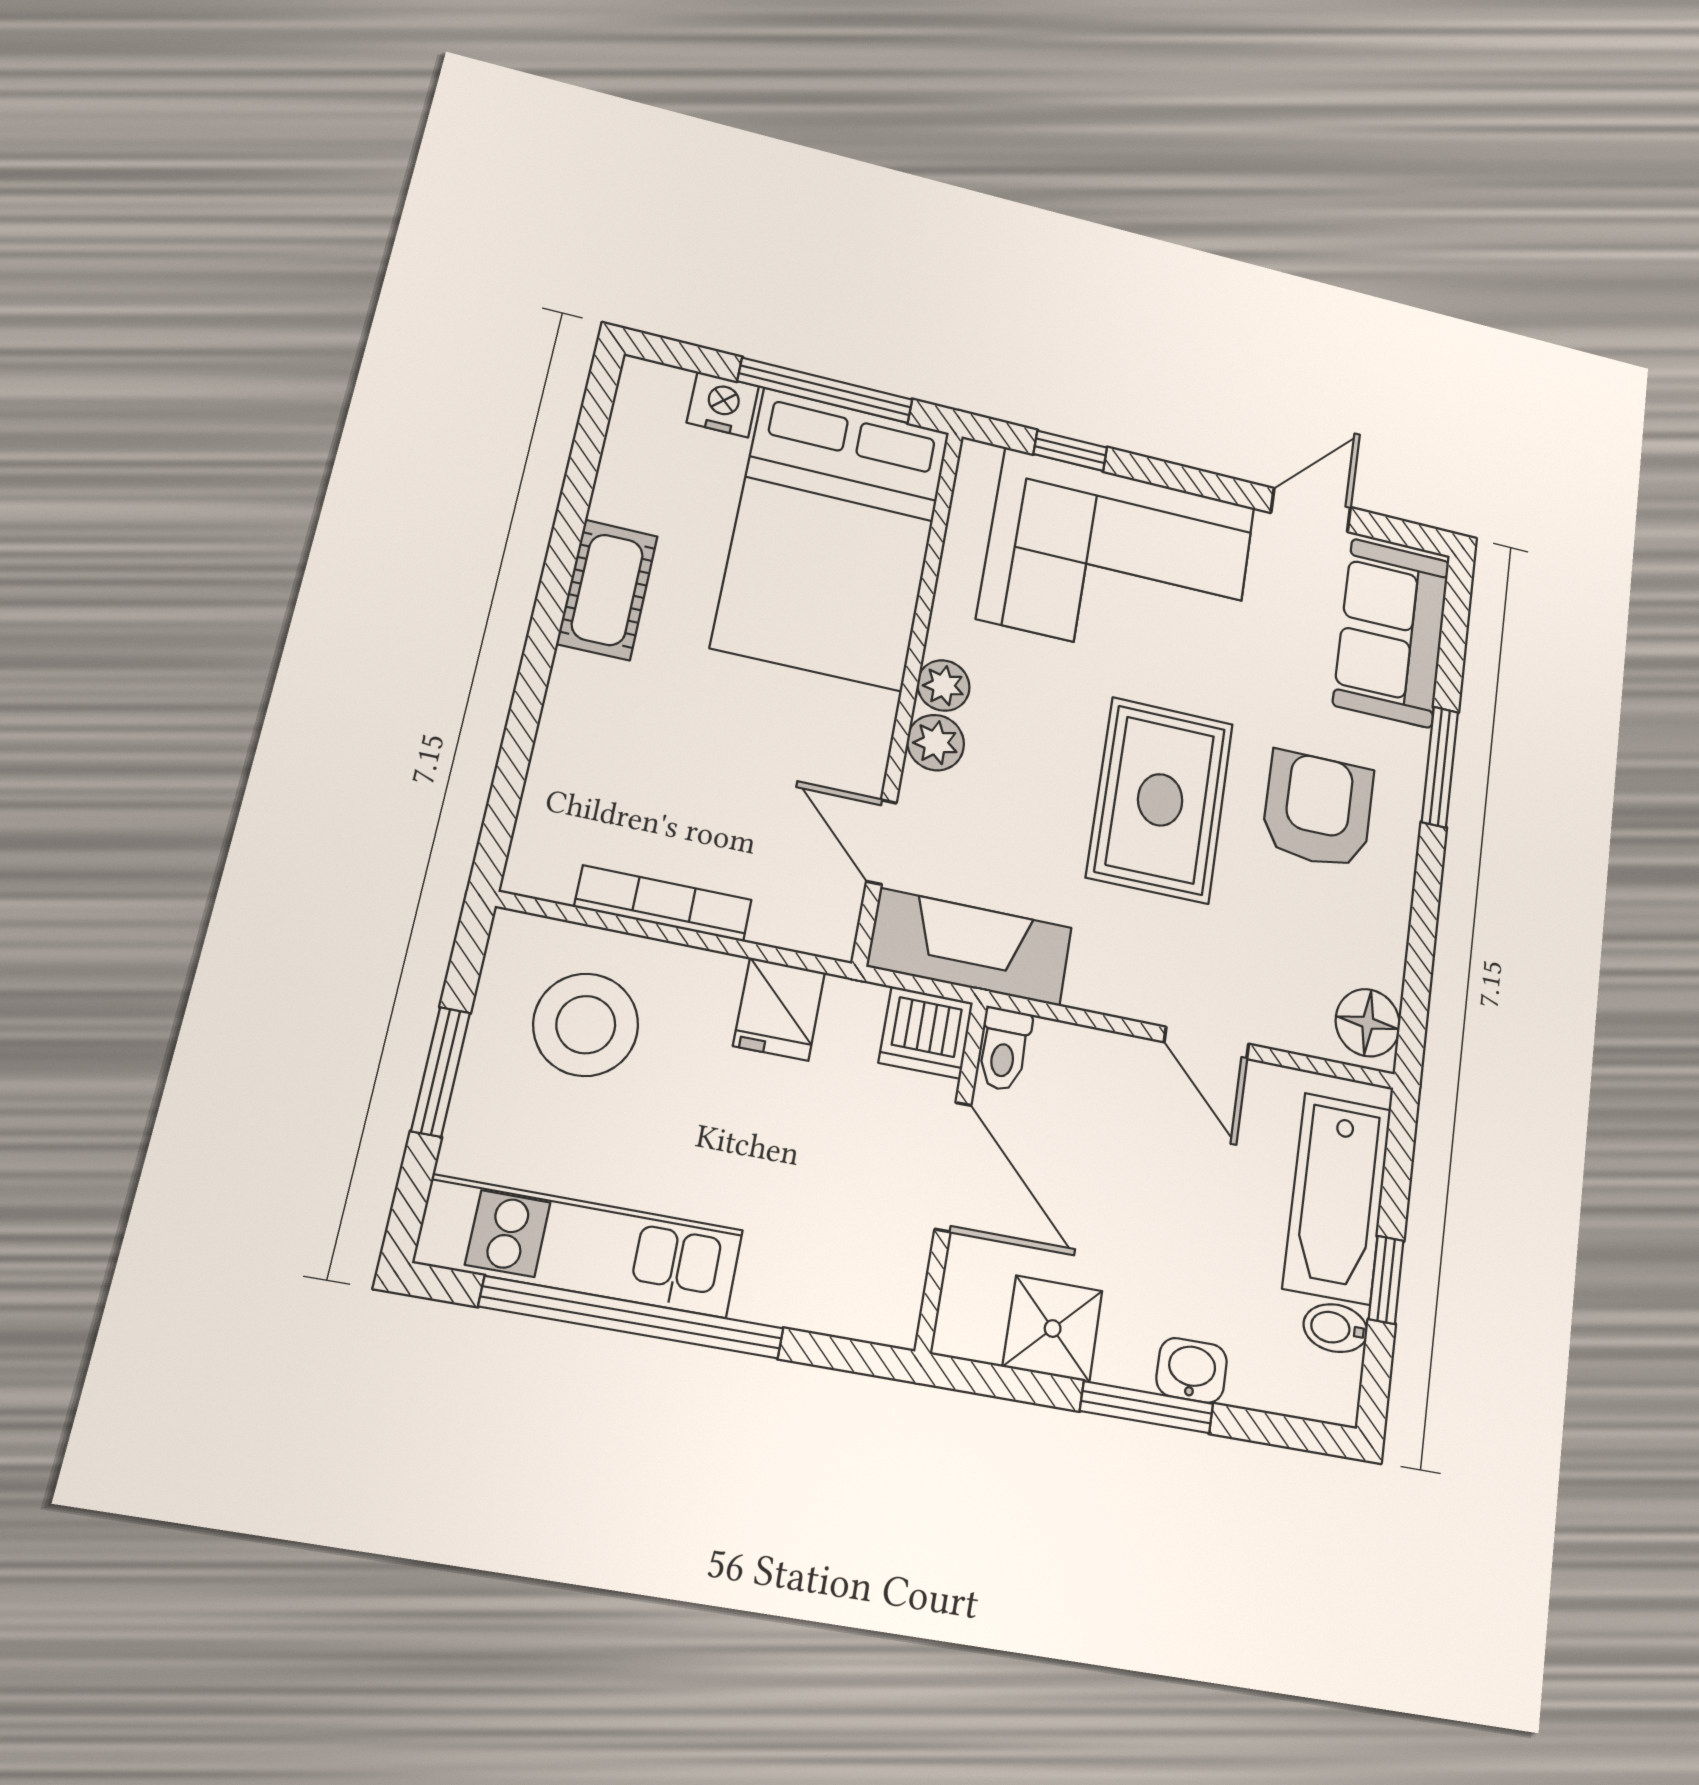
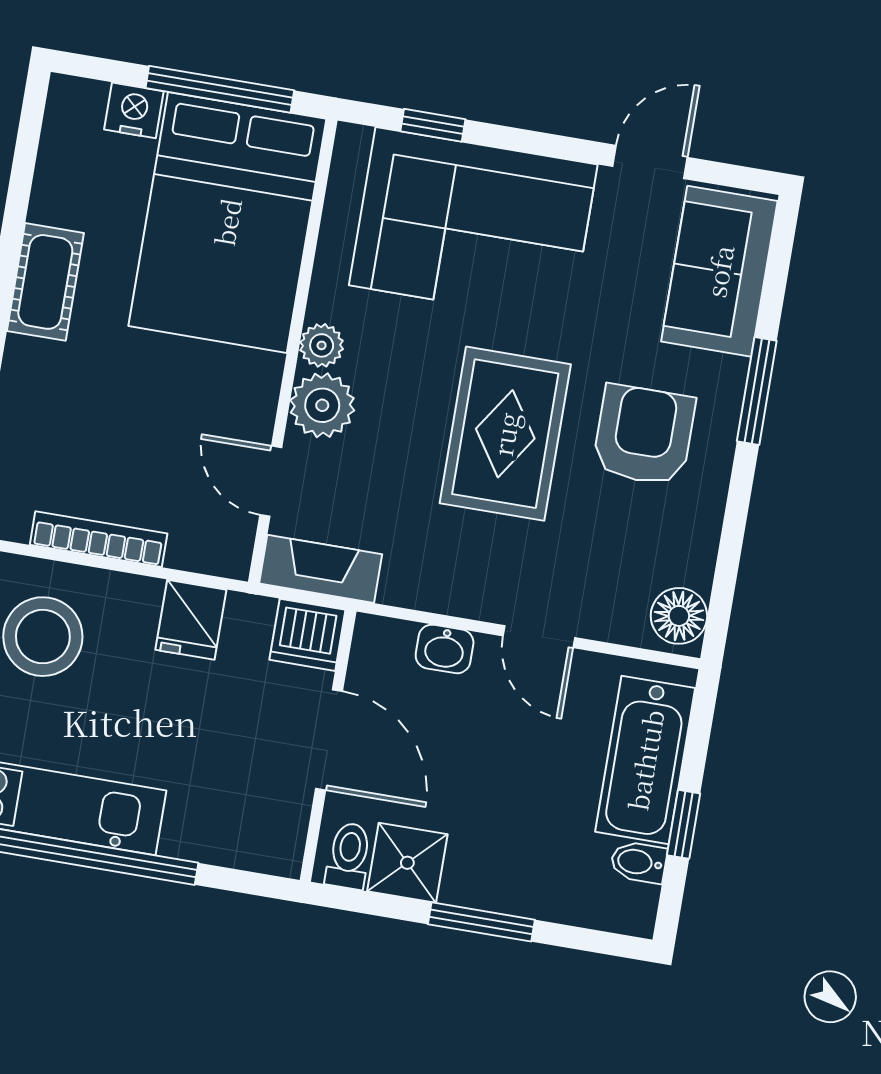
plant: (936, 743) -> (322, 405), width x1.38, depth x1.38
fireplace: (970, 947) -> (321, 569), width x0.73, depth x0.76
toilet: (1004, 1049) -> (349, 856), moved, turned 180
washbasin: (1192, 1370) -> (445, 649), moved, turned 180

